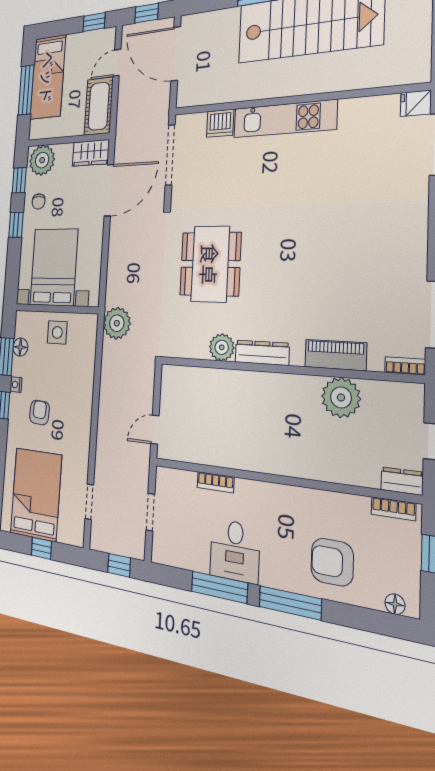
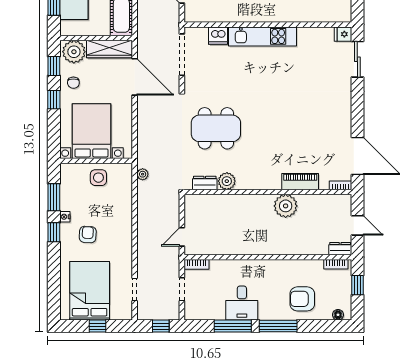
wardrobe: (91, 153) -> (109, 49), width x1.50
door: (109, 190) -> (135, 77), hinge flipped
dining table: (210, 264) -> (216, 128), turned 90
plant: (117, 323) -> (143, 174), width x0.53, depth x0.53
floor lamp: (20, 347) -> (66, 190), removed
dresser: (262, 353) -> (205, 183), moved, width x0.70
plant: (341, 397) -> (286, 206), moved
bookcase: (216, 482) -> (197, 264), moved

